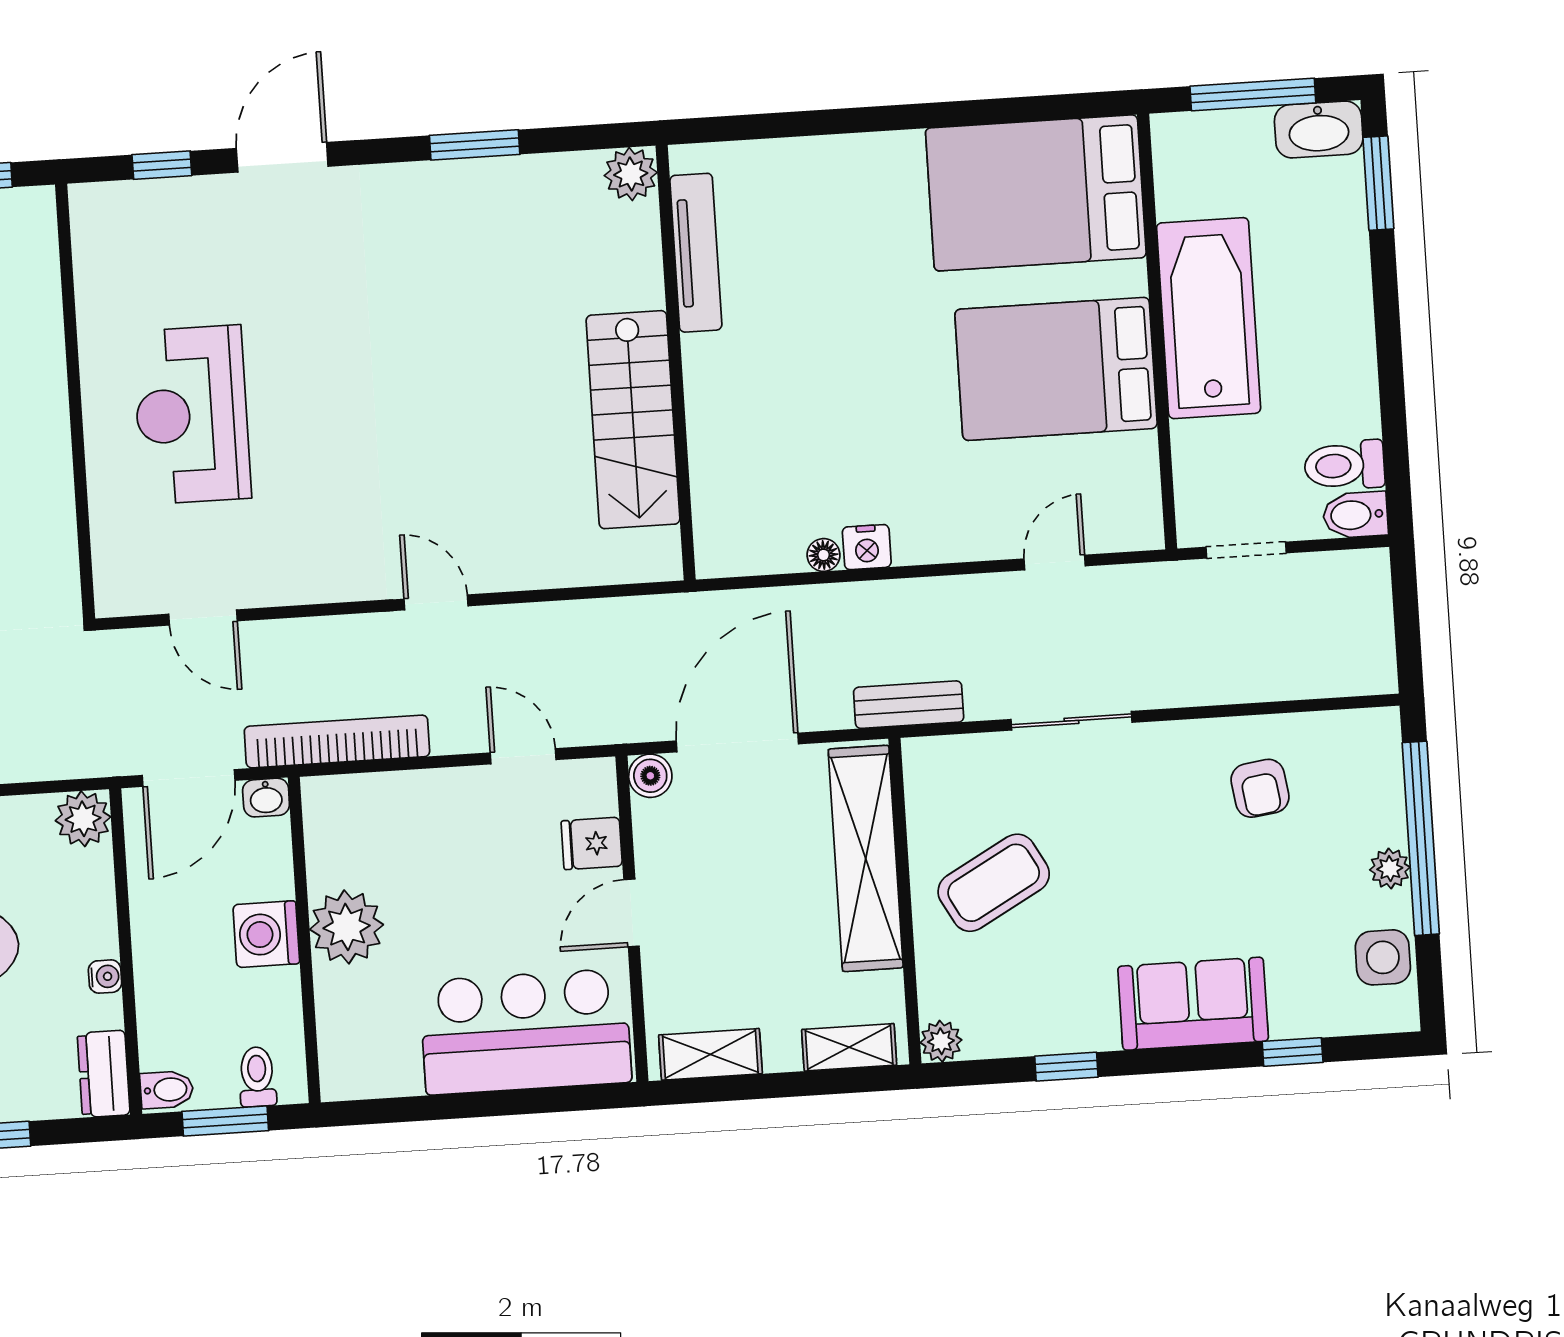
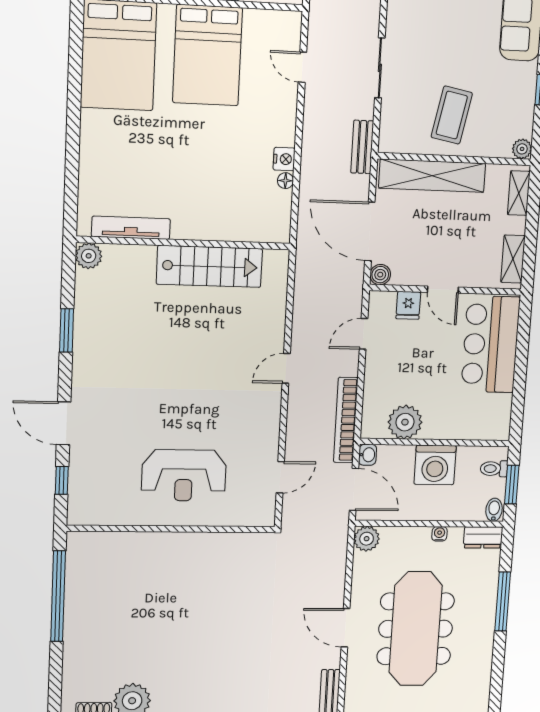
coffee table: (994, 883) -> (452, 115), turned 40
plant: (347, 927) -> (405, 422), moved
washing machine: (266, 934) -> (435, 465), width x1.37, depth x1.37

